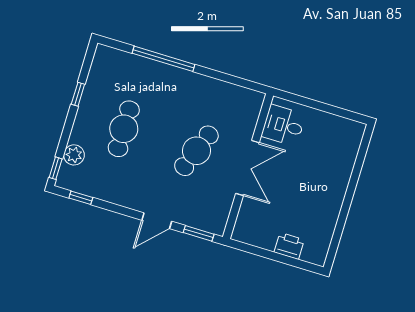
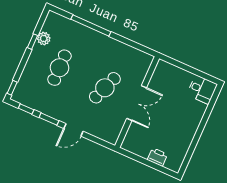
desk: (283, 125) -> (202, 90), moved, turned 180
plant: (74, 155) -> (44, 39), moved
window: (199, 233) -> (49, 119), moved

